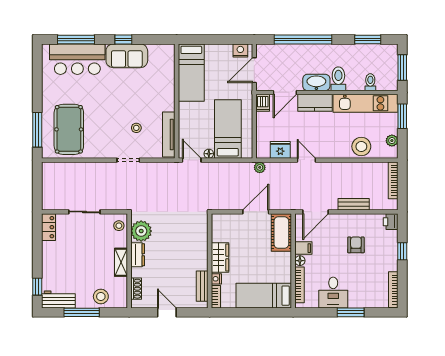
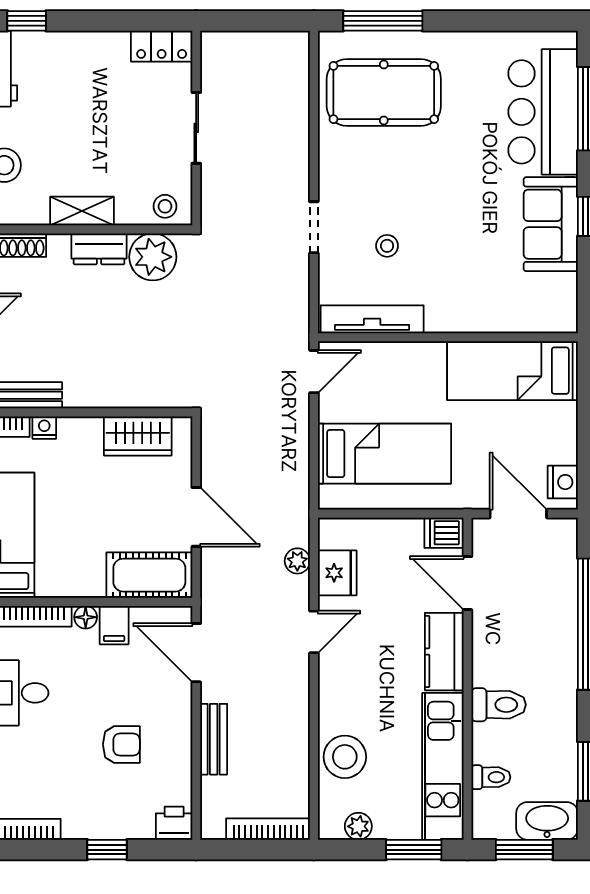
washbasin: (316, 82) -> (547, 821), moved, turned -90
floor lamp: (209, 154) -> (328, 410), removed
plant: (260, 167) -> (297, 561), moved
wardrobe: (220, 258) -> (138, 436), moved

